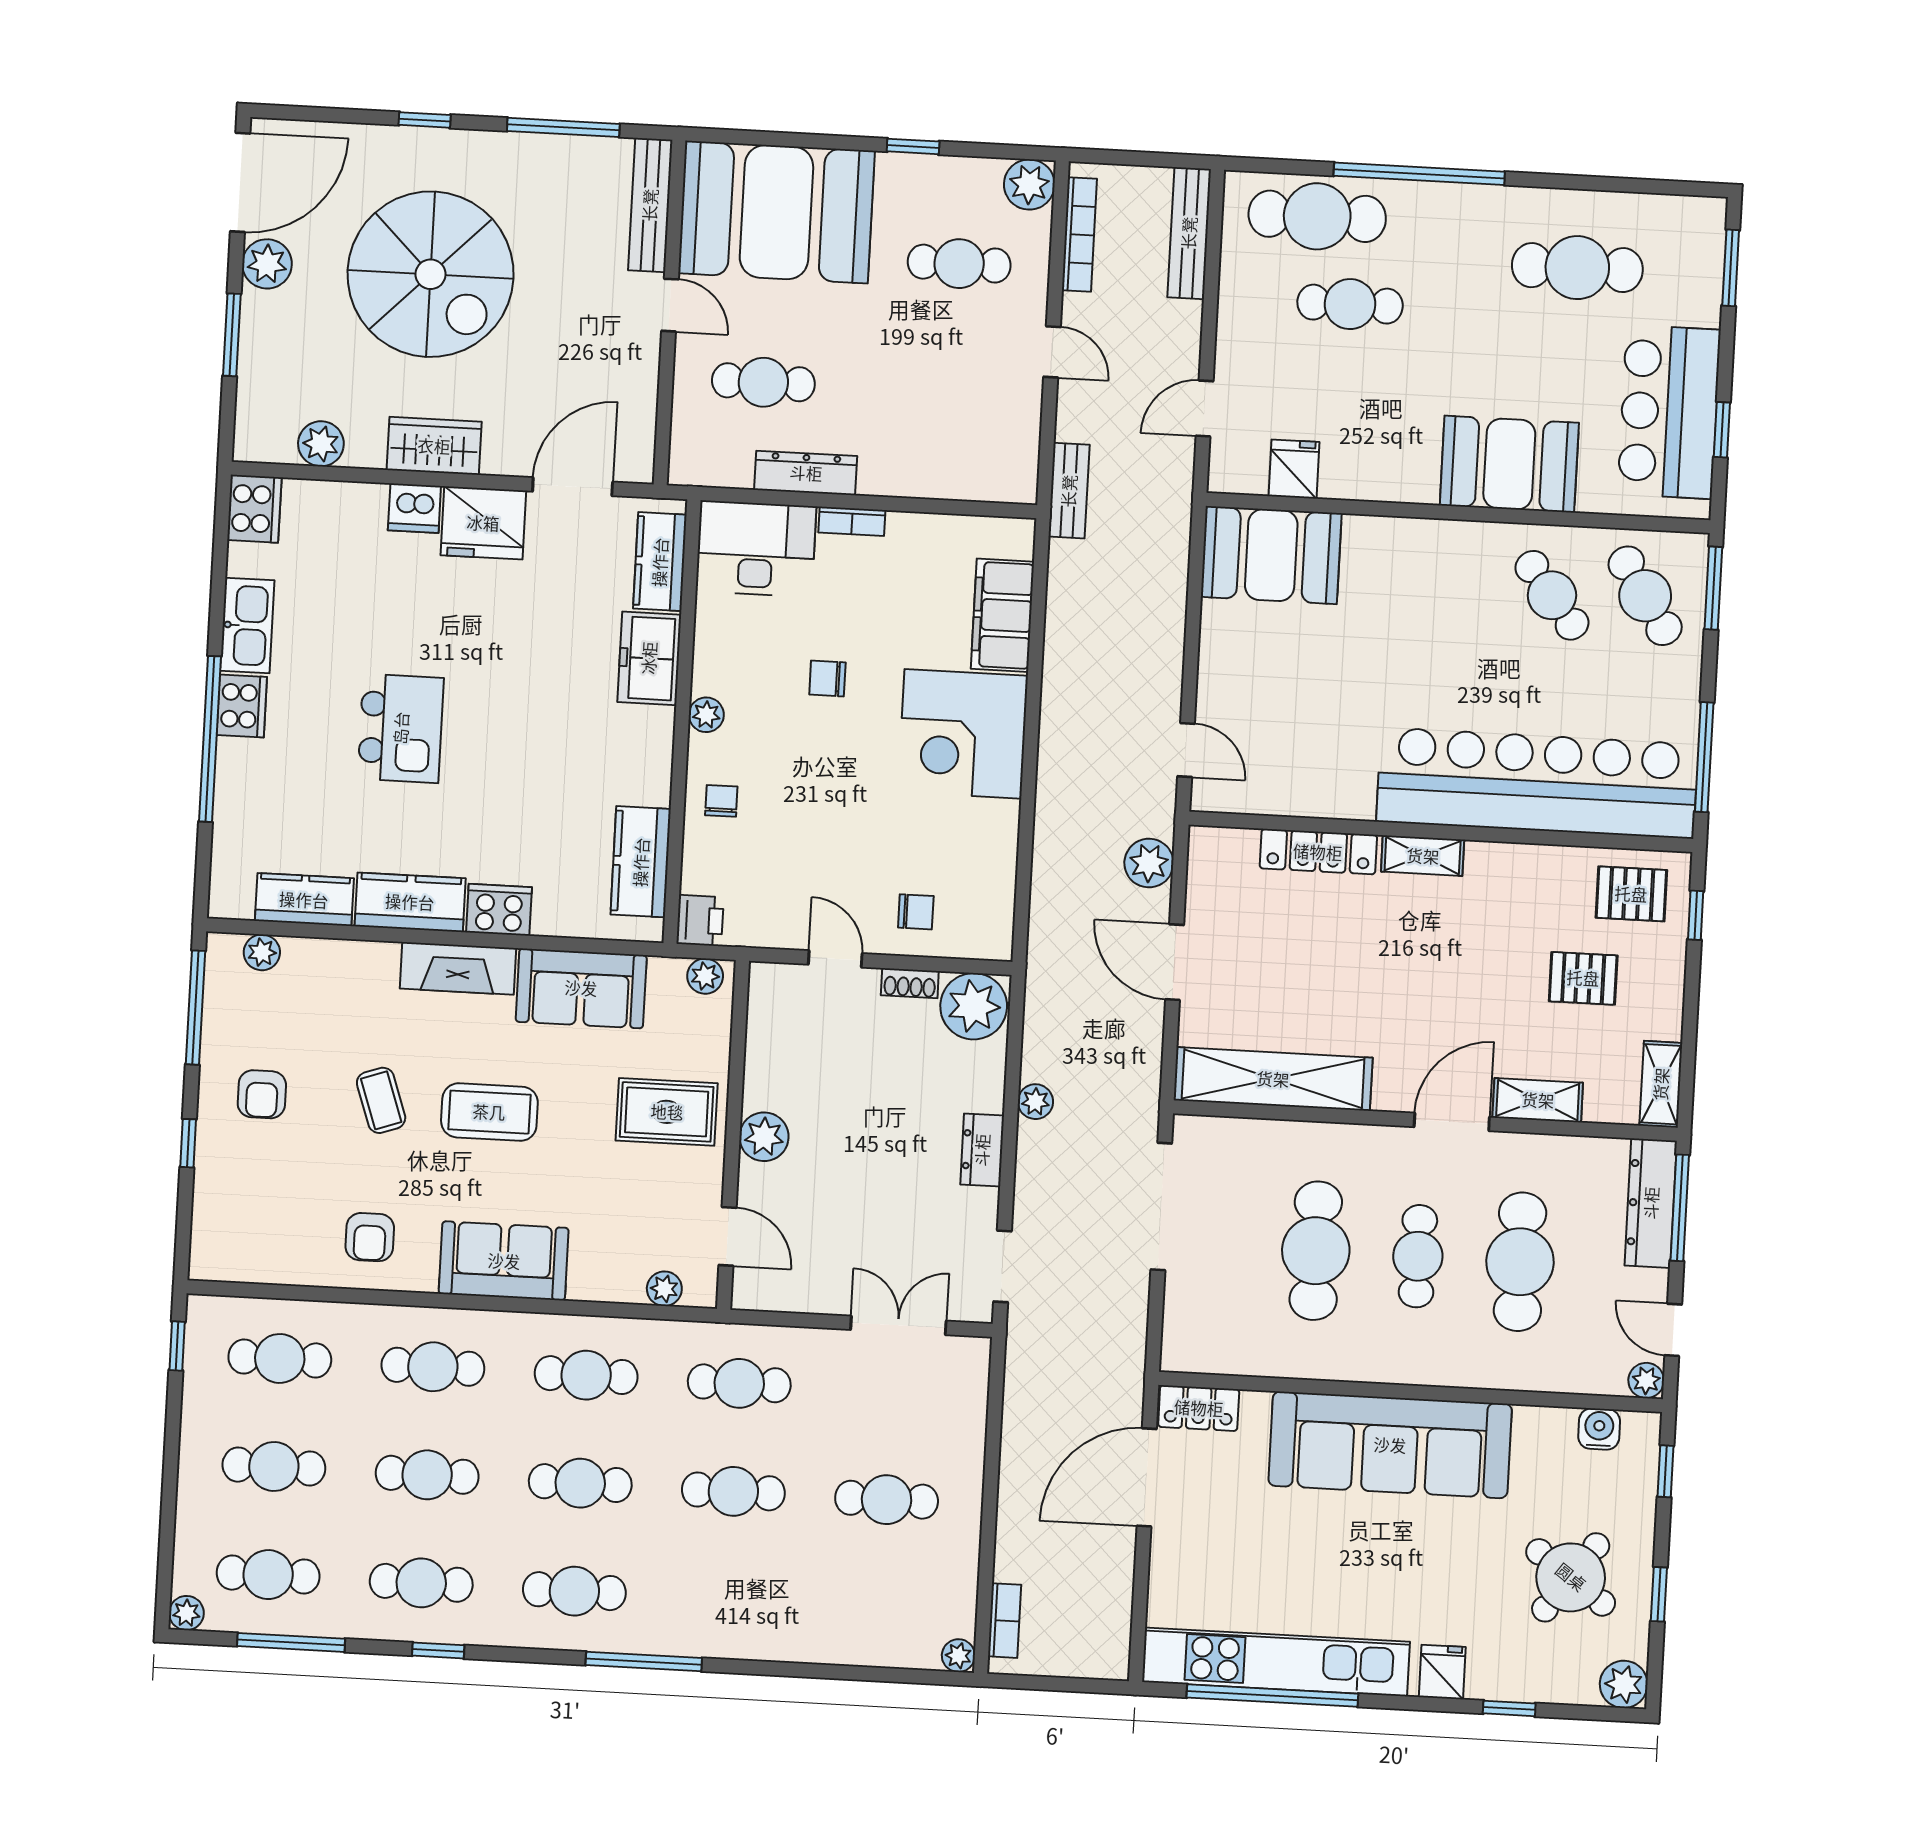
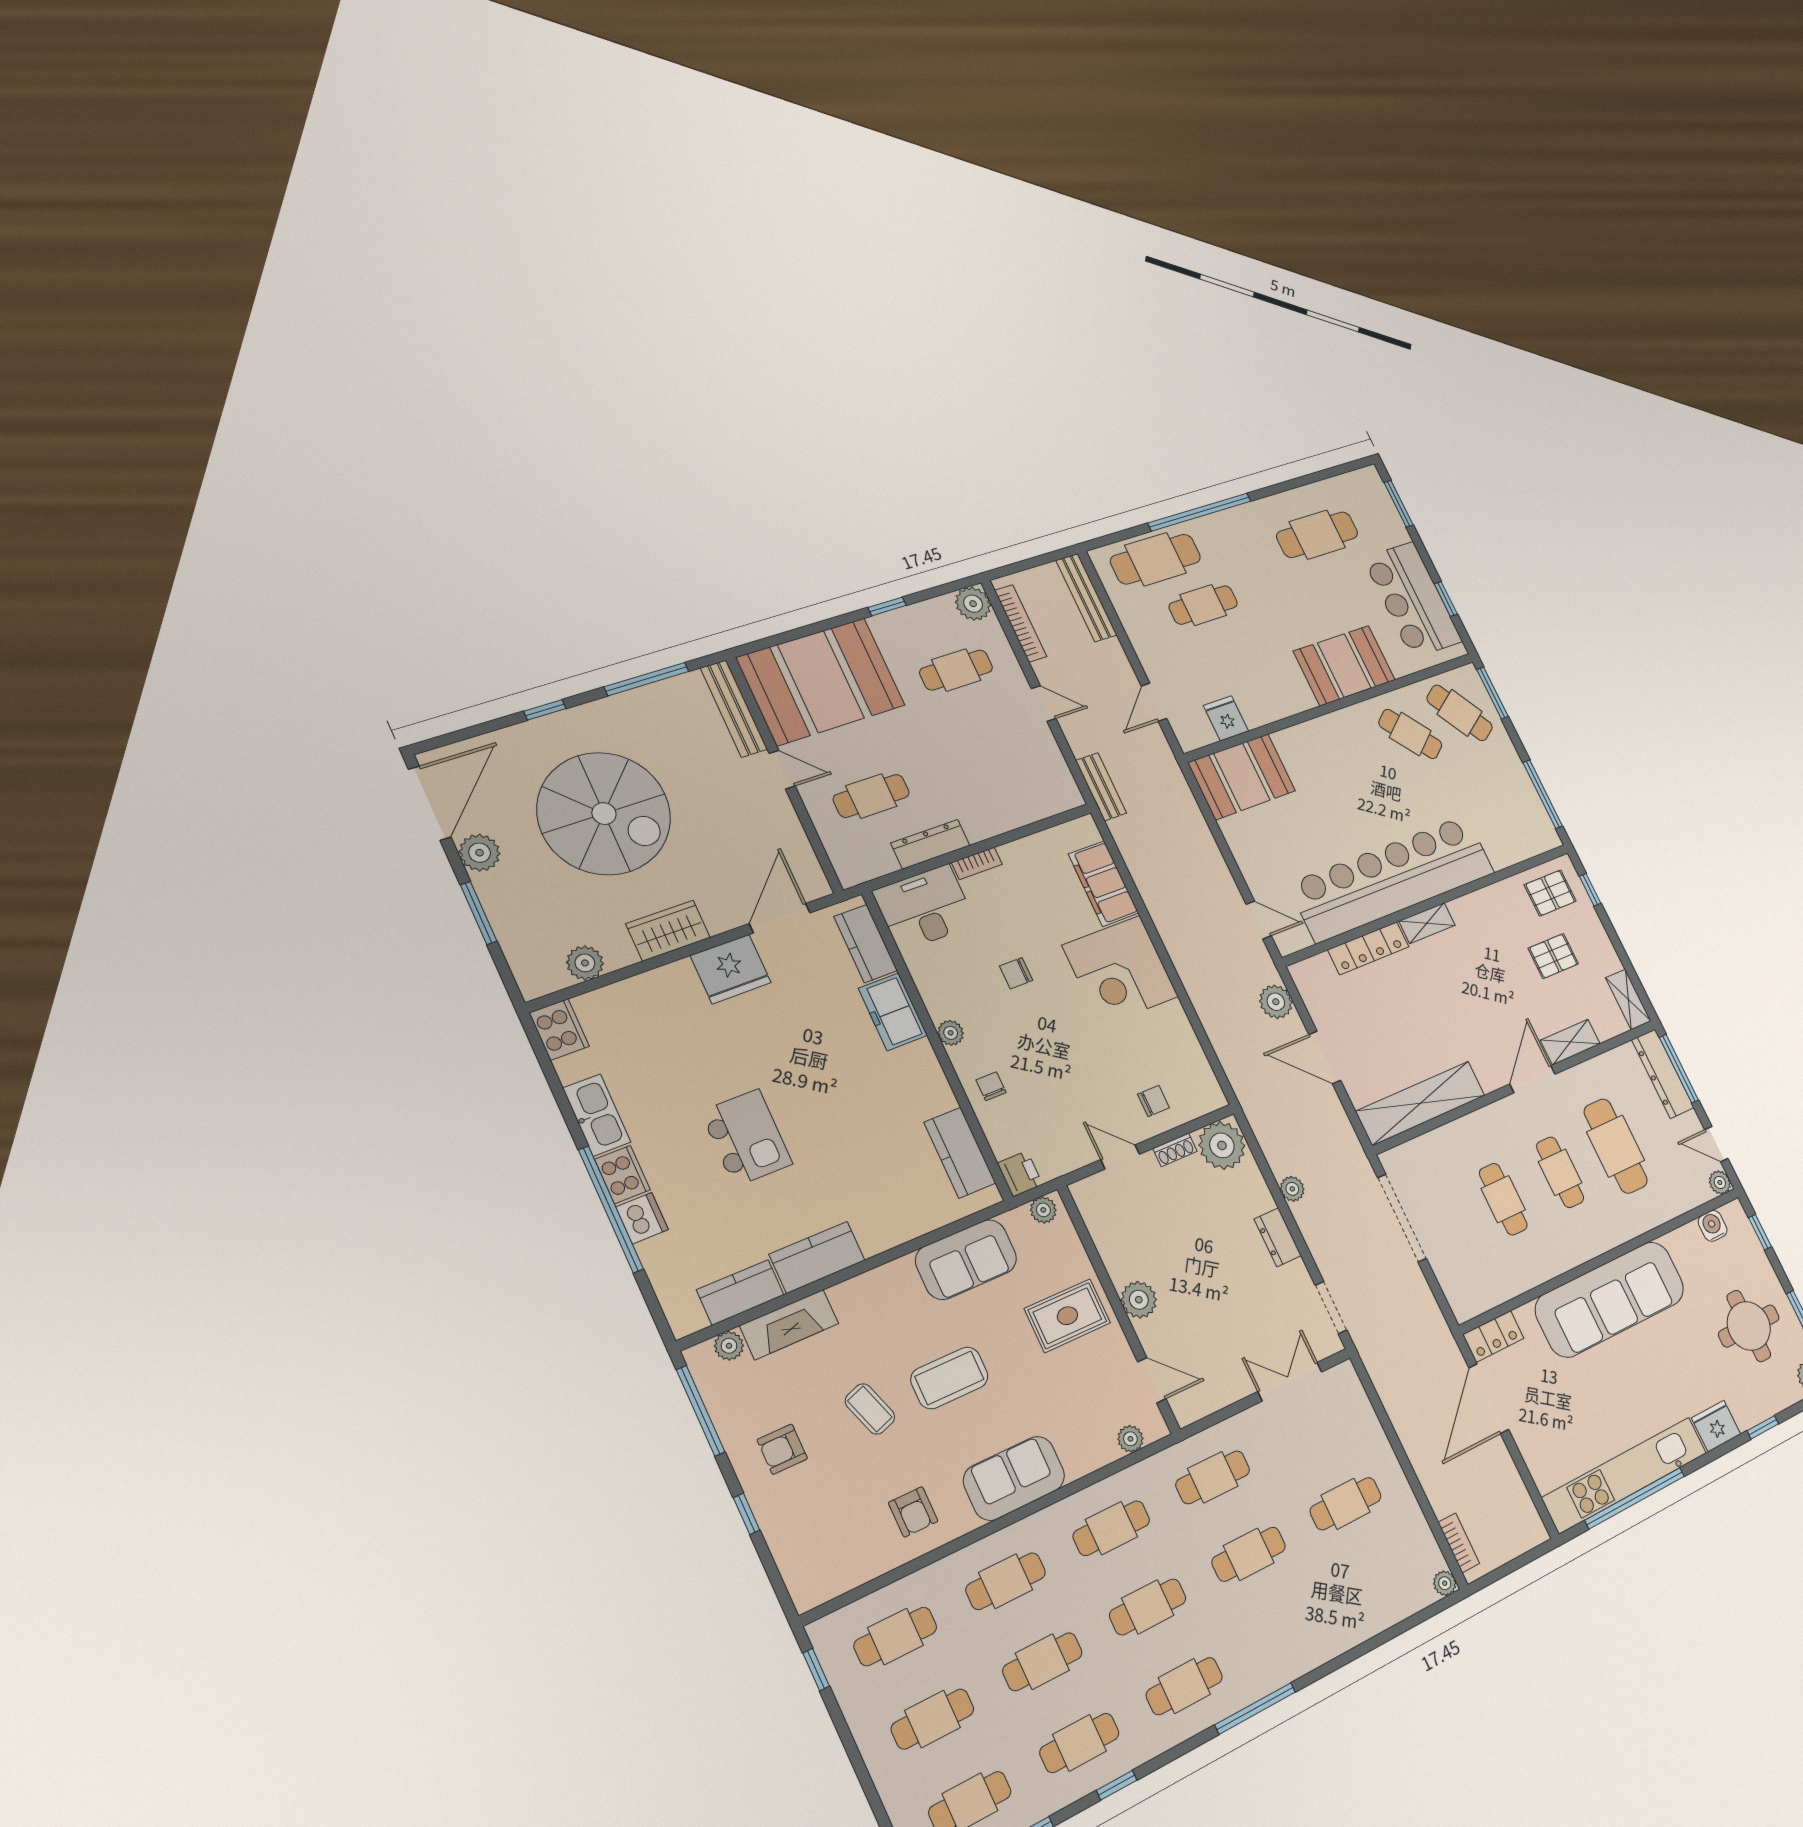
dishwasher: (414, 508) -> (642, 1218), moved, turned -90
bar counter: (1537, 783) -> (1392, 878), moved
cooker: (499, 910) -> (882, 1232), removed
fireplace: (458, 968) -> (789, 1325), moved
armchair: (262, 1094) -> (782, 1449), turned 90
cafe table: (1316, 1251) -> (1503, 1199), width x0.73, depth x0.74
round table: (1571, 1577) -> (1749, 1326), turned -36
fridge: (1442, 1672) -> (1716, 1426), width x1.38

